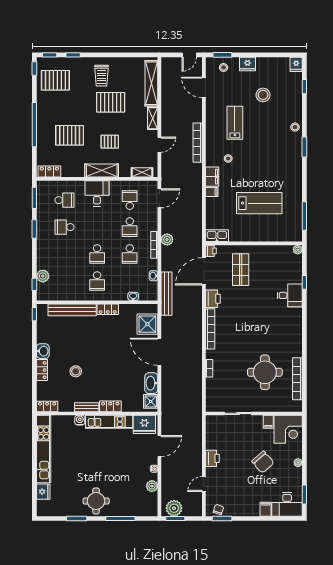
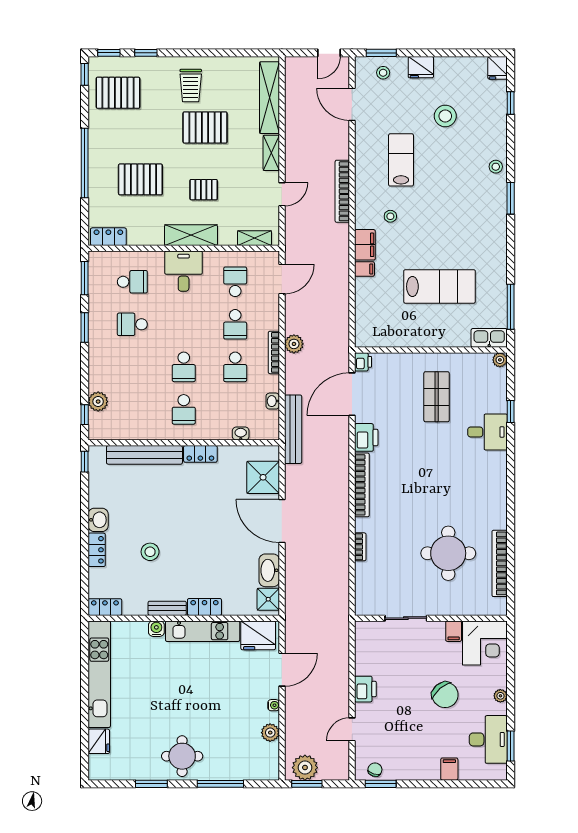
kitchen sink: (217, 236) -> (489, 338), moved
shop shelf: (241, 270) -> (437, 397), moved
desk: (287, 504) -> (488, 739), moved, turned -90

